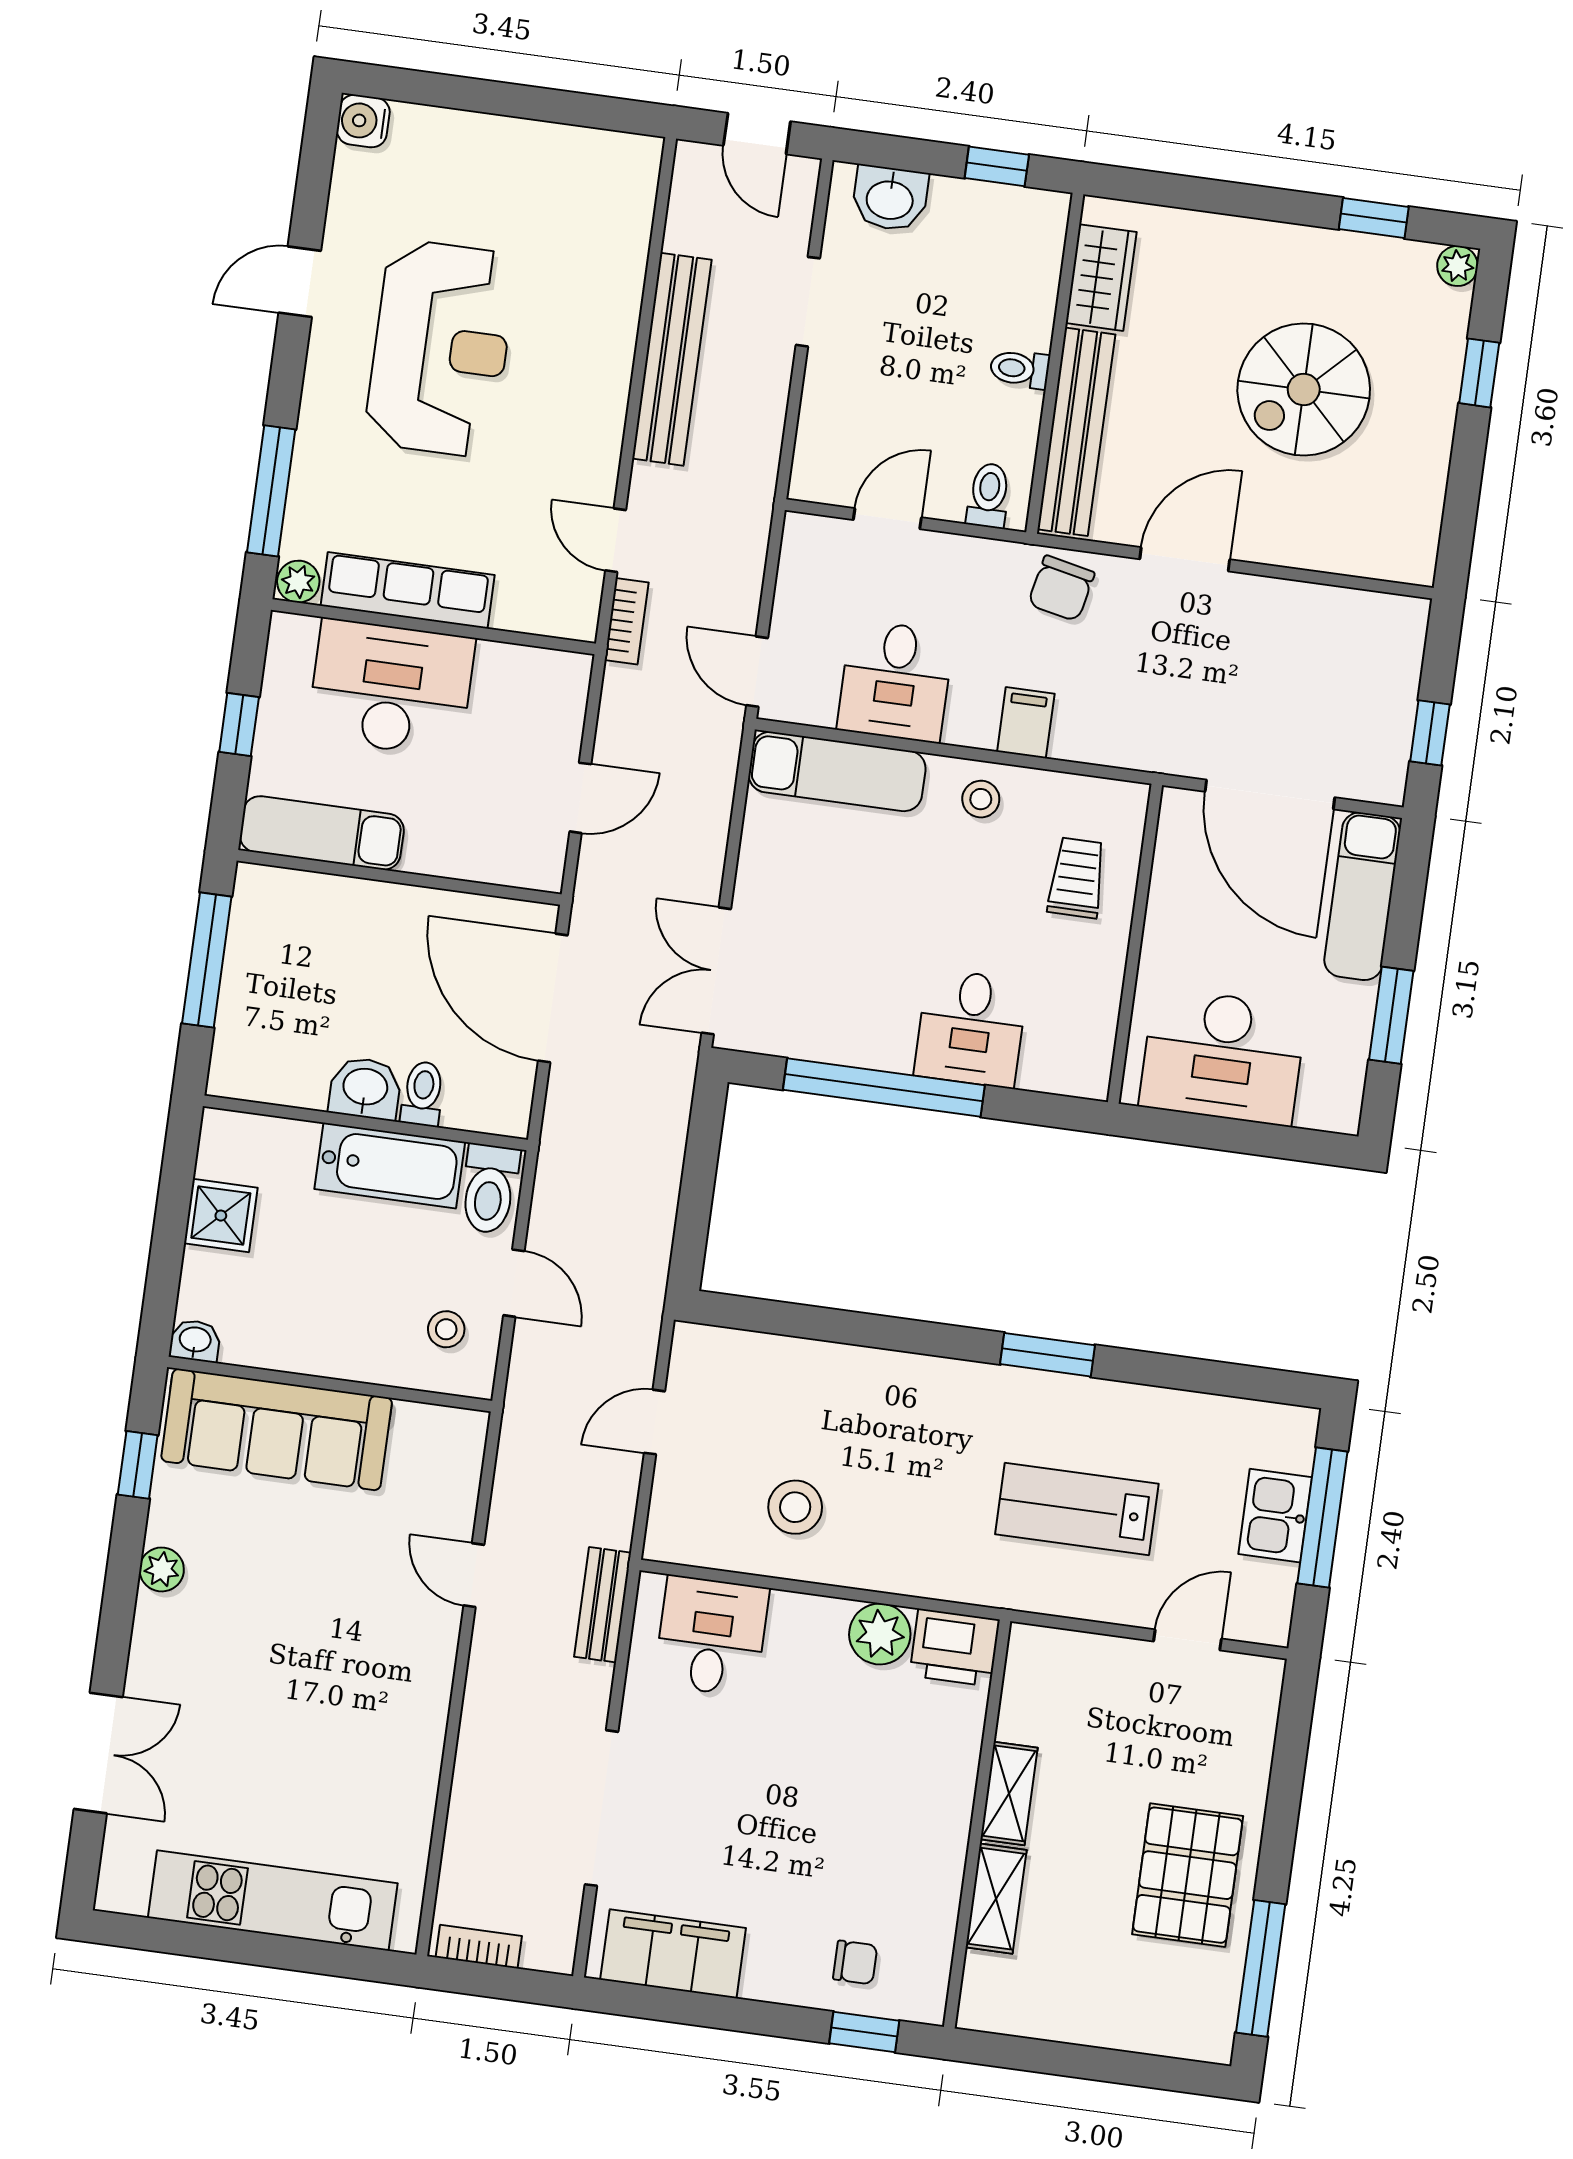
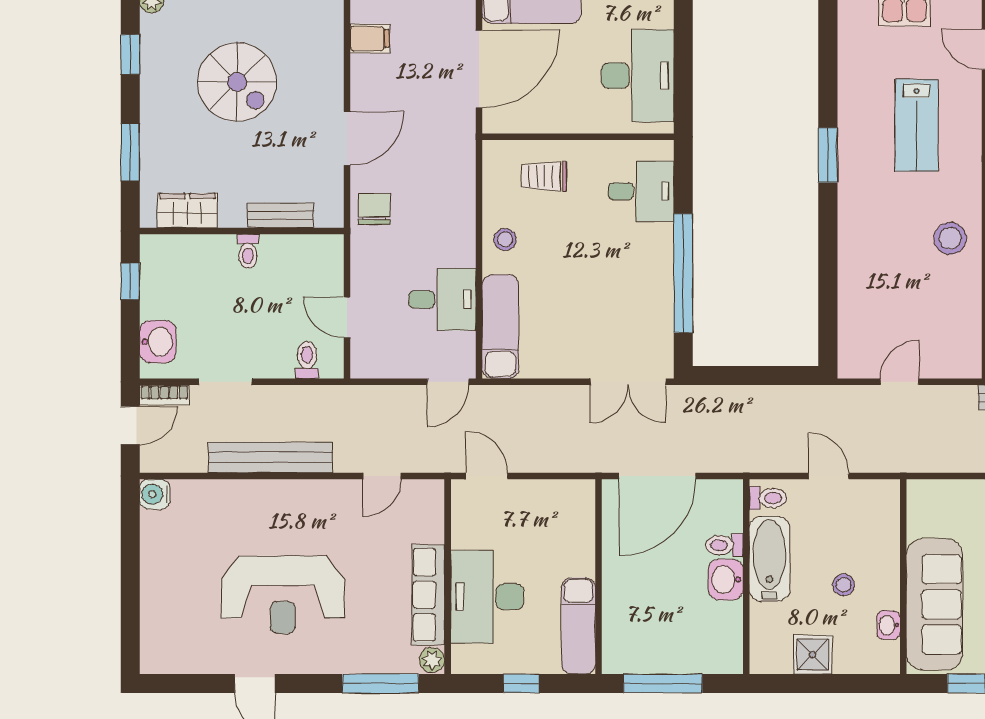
water cooler: (363, 121) -> (155, 494), moved, turned 90
window: (1211, 196) -> (130, 152), added
reception desk: (441, 348) -> (283, 595), turned 180
bench: (1076, 432) -> (281, 215), width x0.54, depth x0.82
toilet: (989, 495) -> (307, 360), moved, turned 90
door: (1185, 559) -> (347, 138), swing flipped
chair: (1061, 588) -> (374, 209), turned -102
bookcase: (627, 621) -> (164, 395), moved, turned 180
filing cabinet: (1026, 723) -> (370, 38), moved, turned 180
door: (580, 798) -> (487, 476), moved
desk: (971, 1028) -> (641, 191), moved
toilet: (489, 1189) -> (768, 498), width x0.73, depth x0.72
door: (514, 1283) -> (829, 476), hinge flipped
stool: (446, 1329) -> (844, 585), moved
washbasin: (195, 1341) -> (888, 625), moved
door: (654, 1422) -> (899, 382), swing flipped
stool: (795, 1507) -> (950, 238), moved

